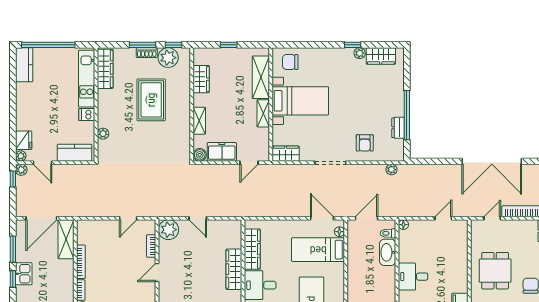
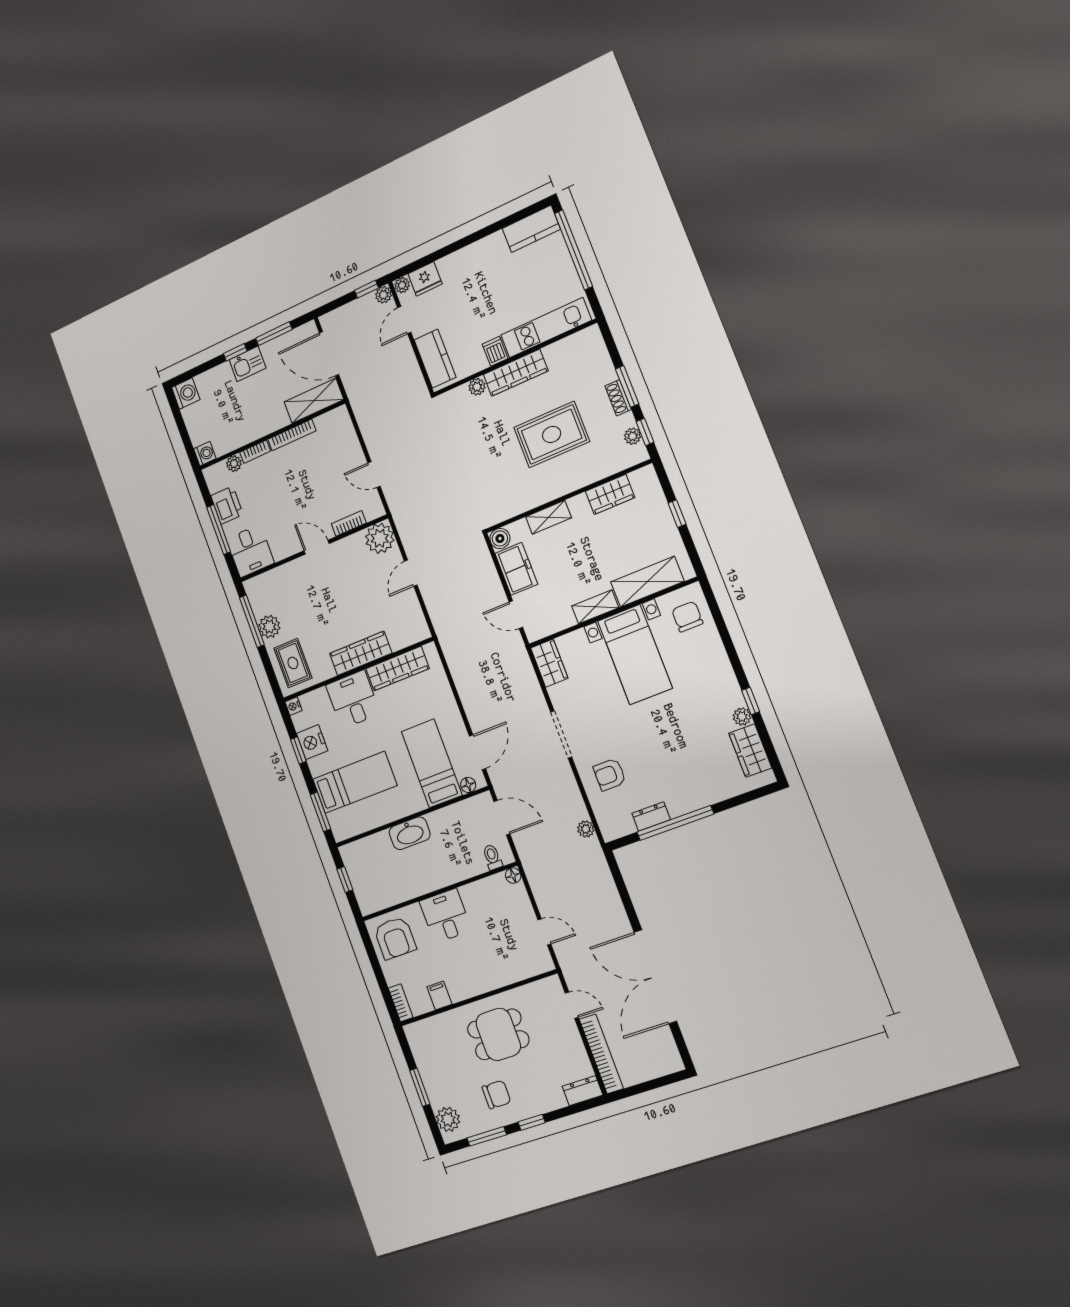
plant: (168, 58) -> (633, 436), width x0.53, depth x0.53
wardrobe: (105, 69) -> (516, 373), moved
washbasin: (388, 252) -> (410, 833), moved, turned 180

